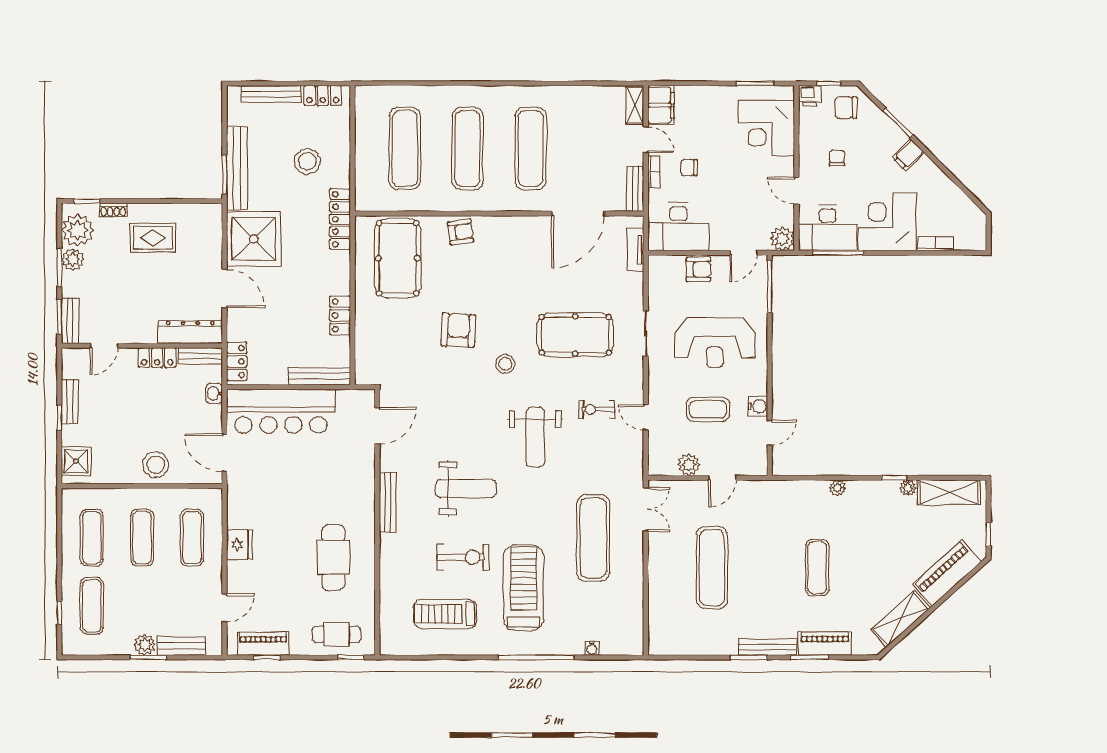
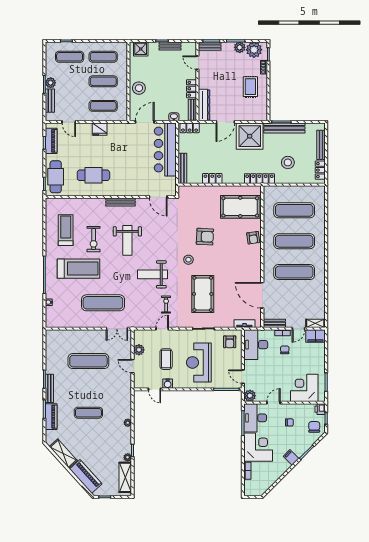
armchair: (698, 269) -> (230, 342), moved
cafe table: (336, 634) -> (56, 177), width x1.37, depth x1.35

